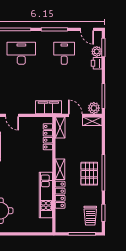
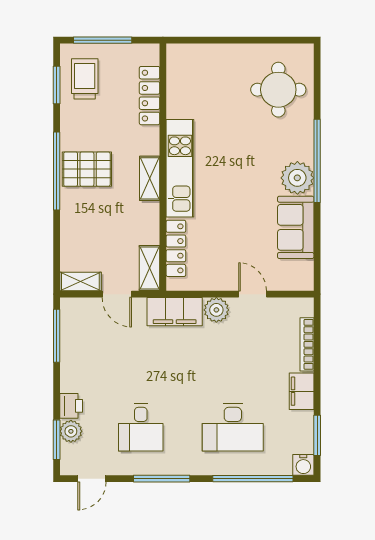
door: (87, 29) -> (92, 479), swing flipped
plant: (94, 108) -> (216, 310), moved
pallet: (89, 174) -> (87, 169), turned 90
kitchen unit: (46, 195) -> (180, 168), moved
locker: (60, 195) -> (150, 96), moved

